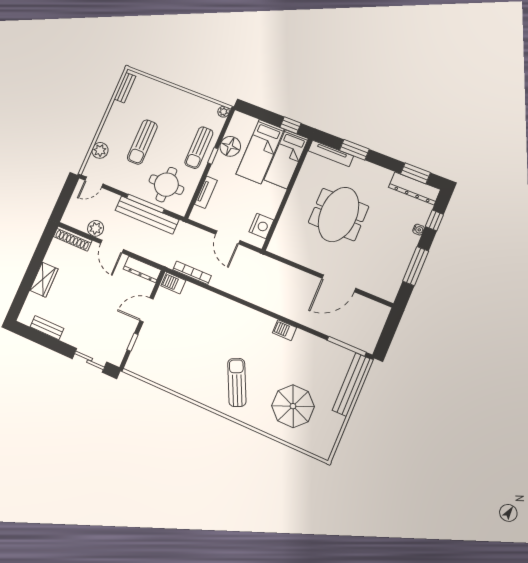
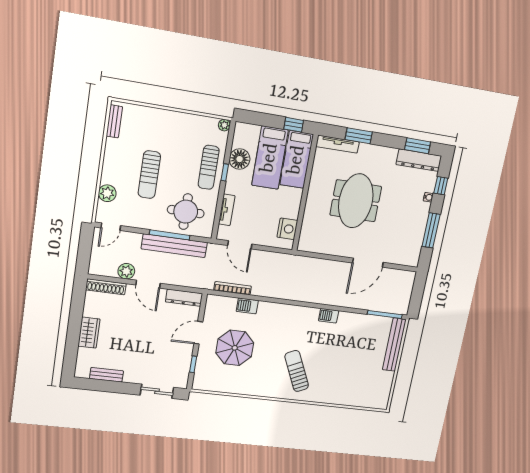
door: (228, 237) -> (240, 245), moved
barbecue: (173, 283) -> (247, 306), moved
parasol: (293, 406) -> (235, 348), moved

